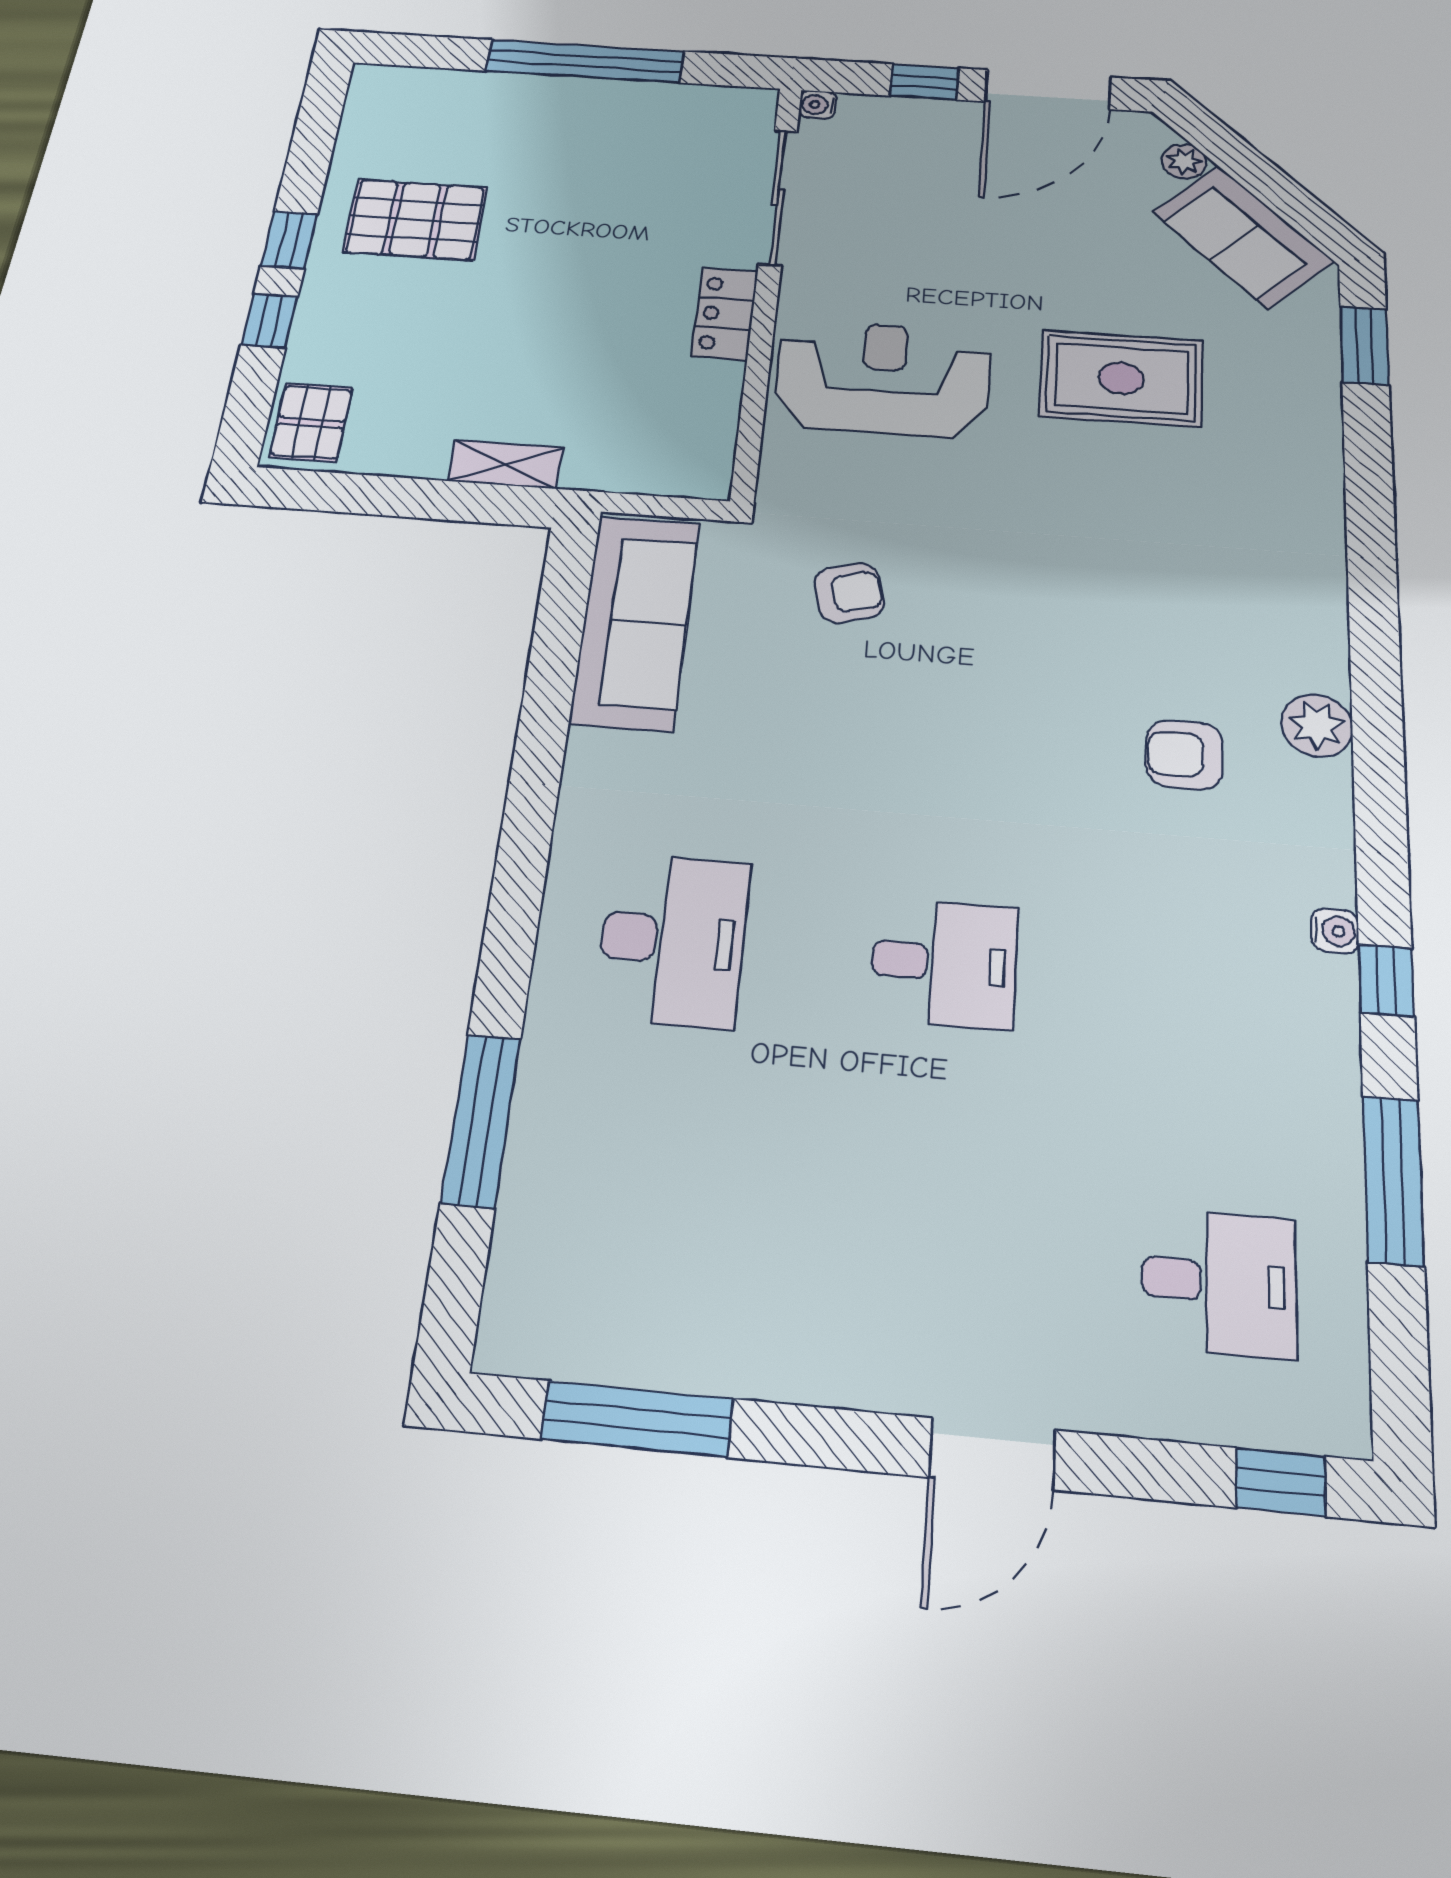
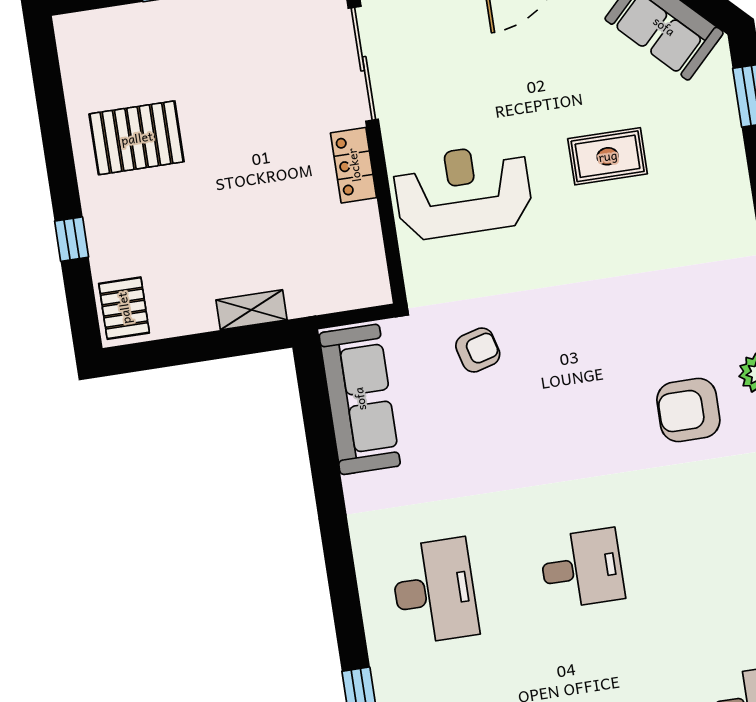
window: (289, 240) -> (62, 173), removed
rug: (1121, 378) -> (608, 156), width x0.73, depth x0.70
armchair: (1185, 755) -> (688, 410), width x1.38, depth x1.38

